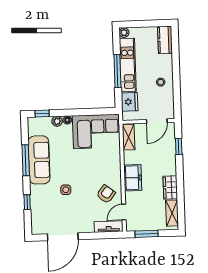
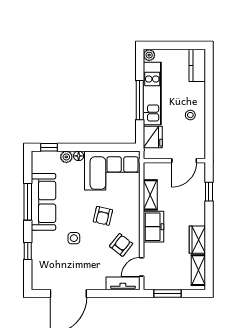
shelving: (129, 137) -> (150, 195), moved
armchair: (90, 170) -> (103, 216), added

